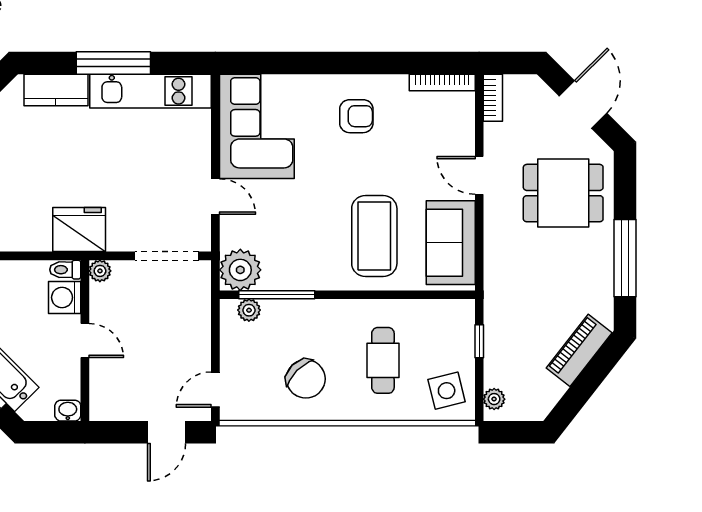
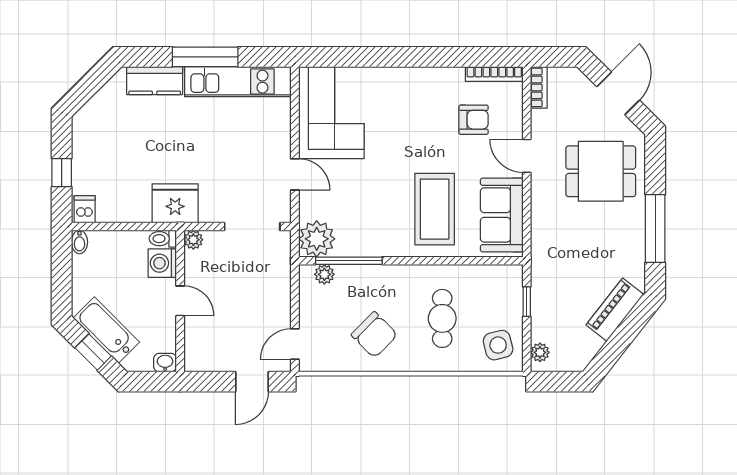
armchair: (356, 116) -> (474, 120), moved

